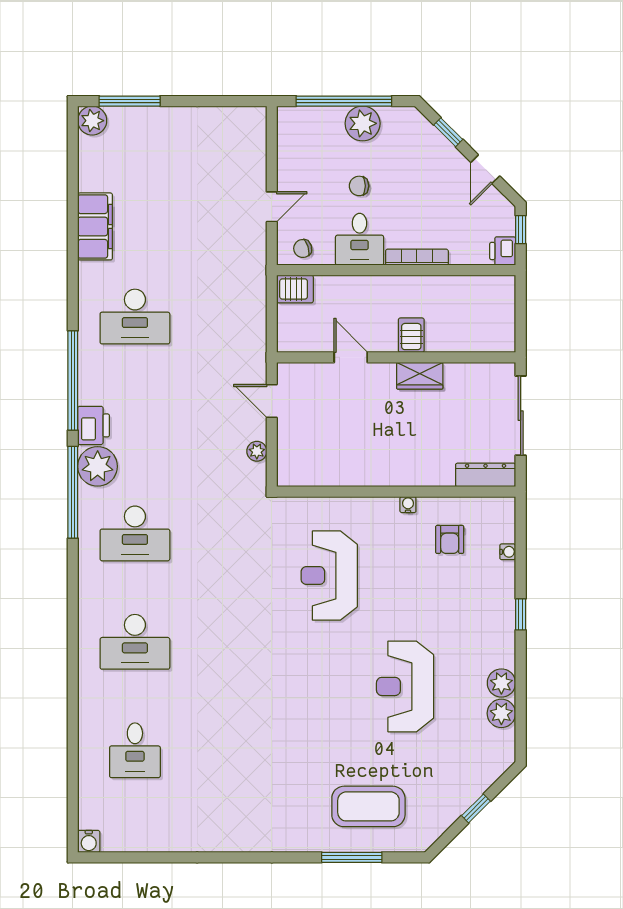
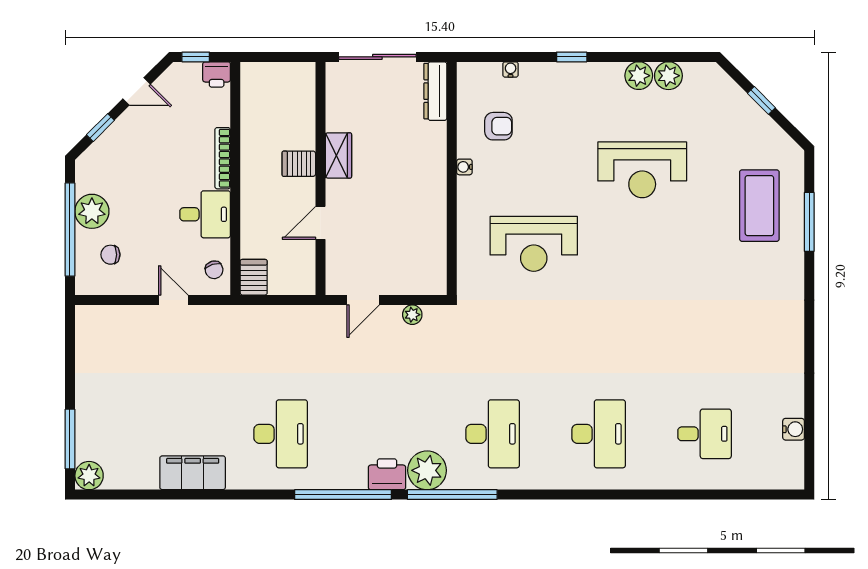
chair: (359, 186) -> (110, 255), moved, turned 90
water cooler: (89, 841) -> (794, 429), moved

